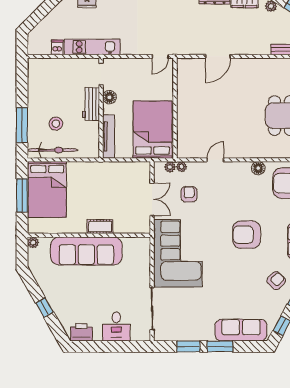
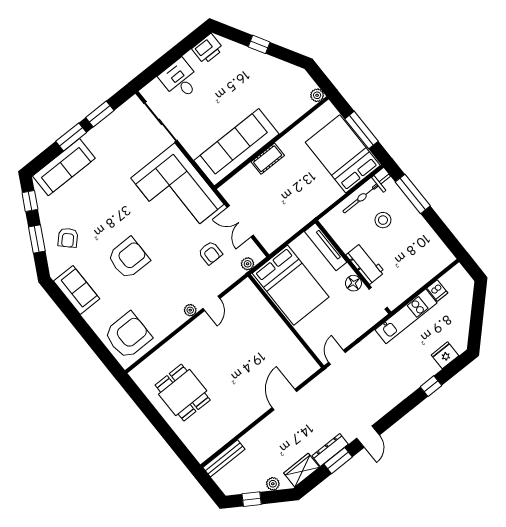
plant: (182, 167) -> (190, 310), moved
floor lamp: (258, 168) -> (166, 327), removed
sofa: (86, 251) -> (236, 147), moved

